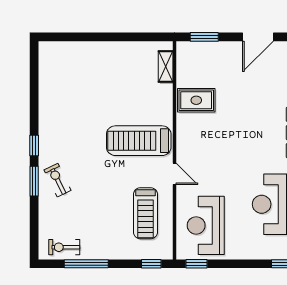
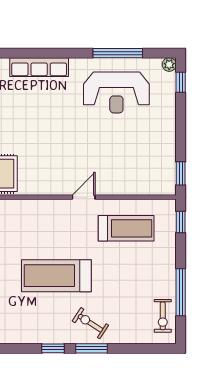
treadmill: (139, 141) -> (56, 276), moved, turned 90
exercise bike: (58, 180) -> (90, 323), turned 59
reception desk: (206, 225) -> (139, 163), removed

